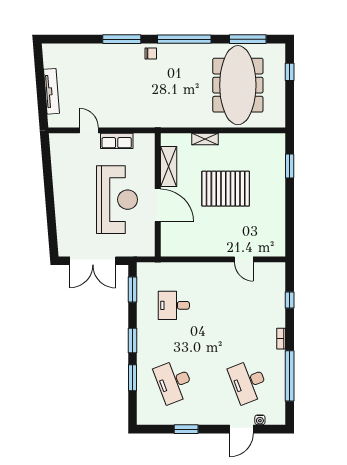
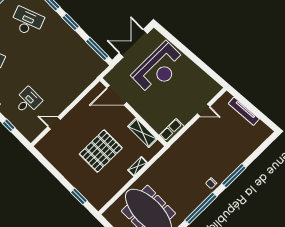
row of seats: (117, 141) -> (172, 131), moved
reception desk: (117, 200) -> (159, 68), moved, turned -90
door: (158, 205) -> (117, 95), moved
window: (132, 289) -> (97, 49), width x1.44
desk: (174, 305) -> (28, 101), moved

